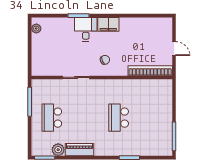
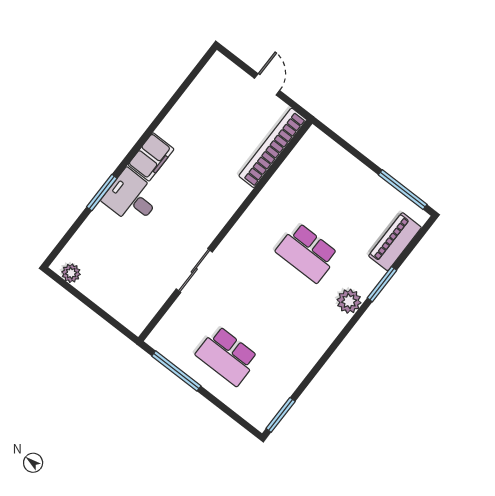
door: (174, 49) -> (267, 84), hinge flipped
chair: (105, 60) -> (202, 205), removed
plant: (58, 150) -> (349, 301), moved
piano: (79, 150) -> (395, 242), moved

